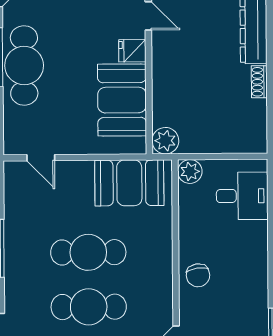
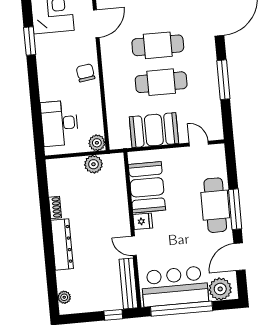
plant: (165, 141) -> (93, 164), moved
booth: (129, 183) -> (154, 130), moved
desk: (242, 196) -> (60, 123), width x1.37

